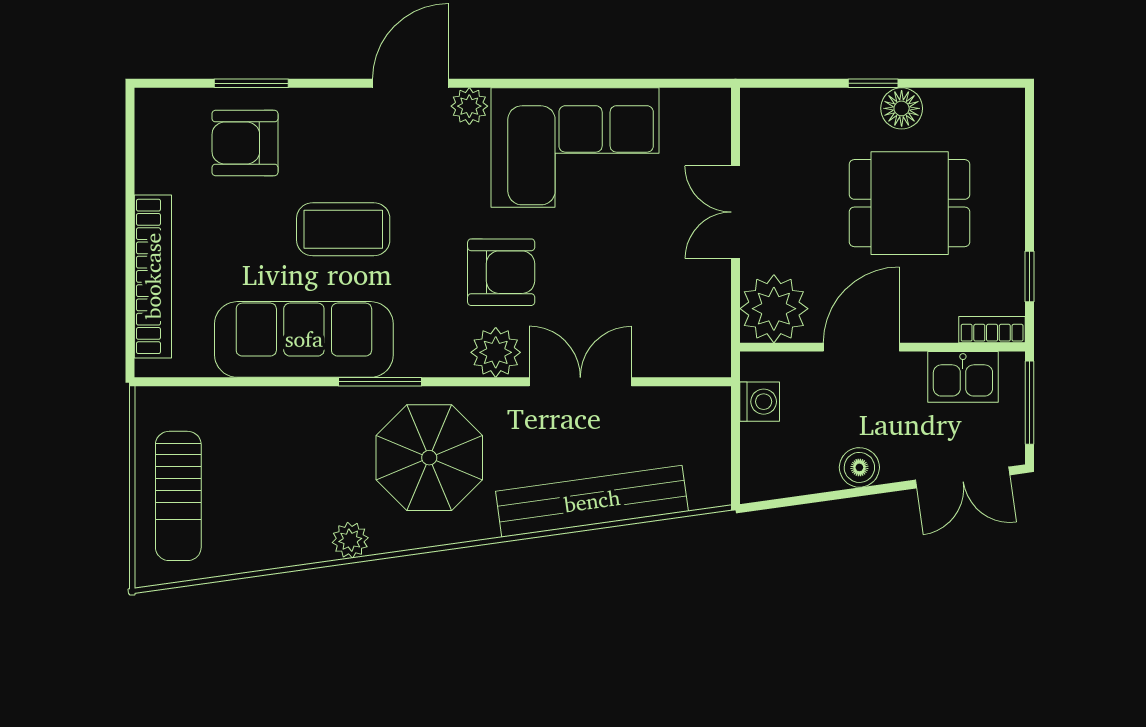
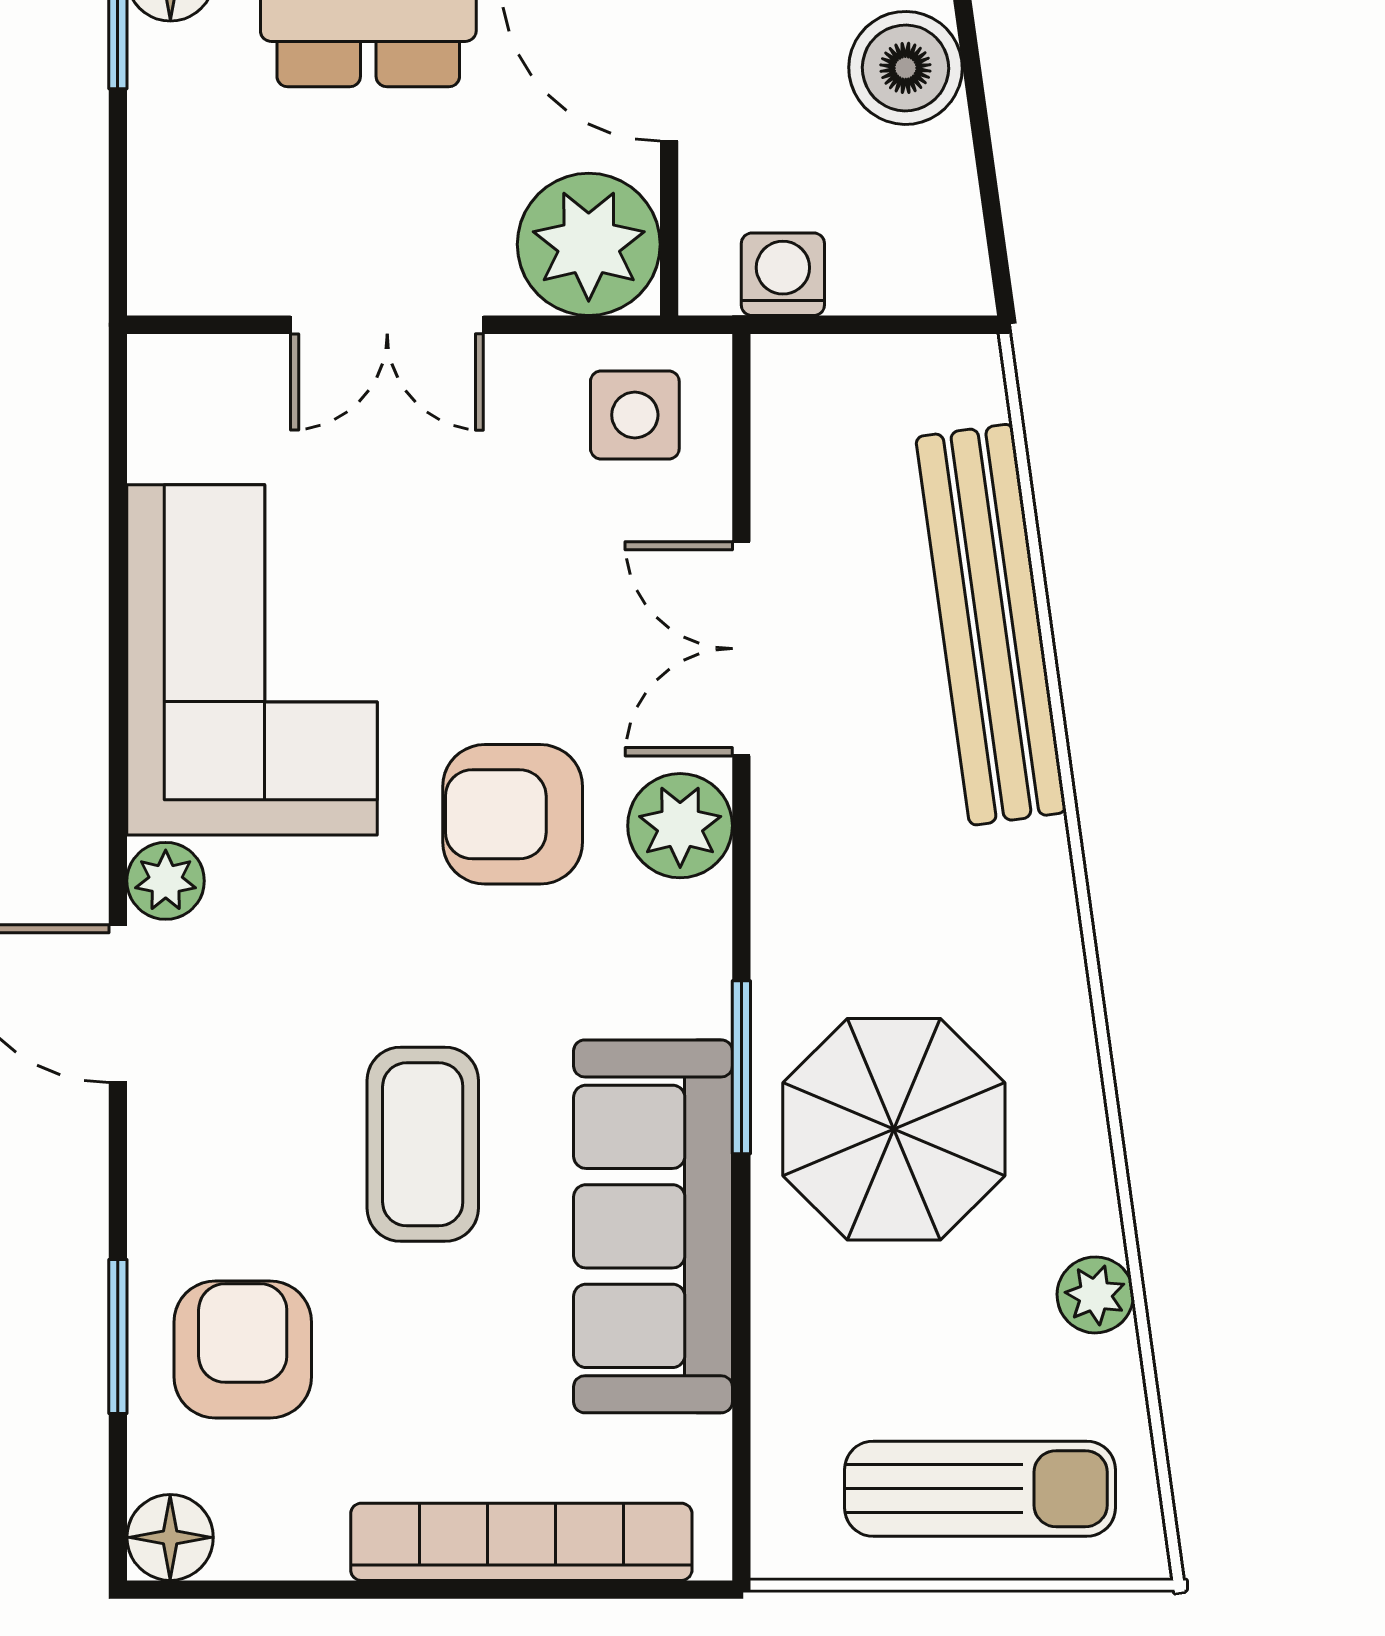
floor lamp: (155, 108) -> (170, 1537), added
armchair: (245, 143) -> (243, 1350), turned 180
armchair: (501, 272) -> (513, 814), turned -90
side table: (692, 331) -> (635, 415), added
parasol: (429, 458) -> (894, 1129), moved
boiler: (859, 467) -> (905, 68), width x1.36, depth x1.36
plant: (350, 540) -> (1095, 1295), moved

